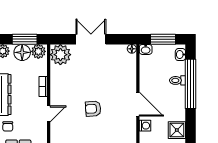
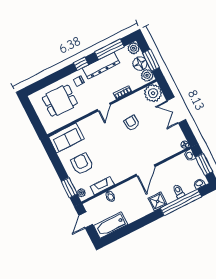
double door: (91, 39) -> (176, 110), swing flipped
armchair: (93, 109) -> (132, 123), moved
door: (49, 114) -> (104, 107), hinge flipped
washing machine: (145, 126) -> (132, 184), removed
shower: (177, 130) -> (158, 201), moved

